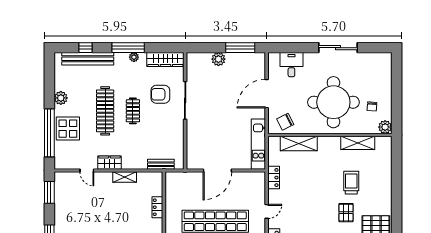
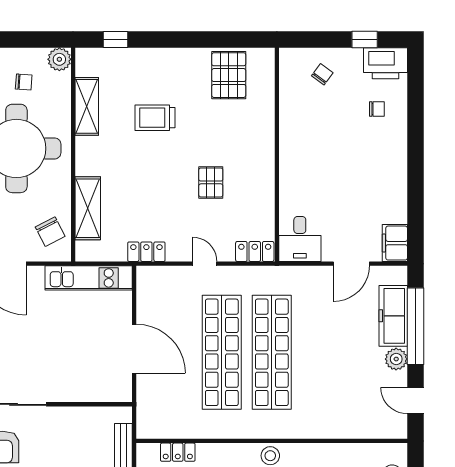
window: (397, 160) -> (116, 39), added
locker: (157, 207) -> (178, 452), moved
pallet: (346, 213) -> (211, 182), moved, turned 90

